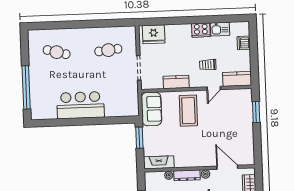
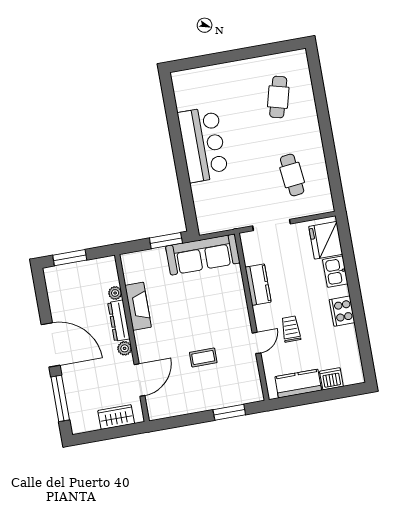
kitchen sink: (220, 29) -> (335, 272), moved
kitchen counter: (237, 79) -> (298, 384), moved, turned -90
window: (26, 87) -> (218, 58), removed
door: (214, 88) -> (256, 343), swing flipped
sofa: (151, 109) -> (203, 255), width x1.36
coffee table: (188, 111) -> (203, 358), moved, width x0.54, depth x0.58
fireplace: (159, 162) -> (138, 306), moved

